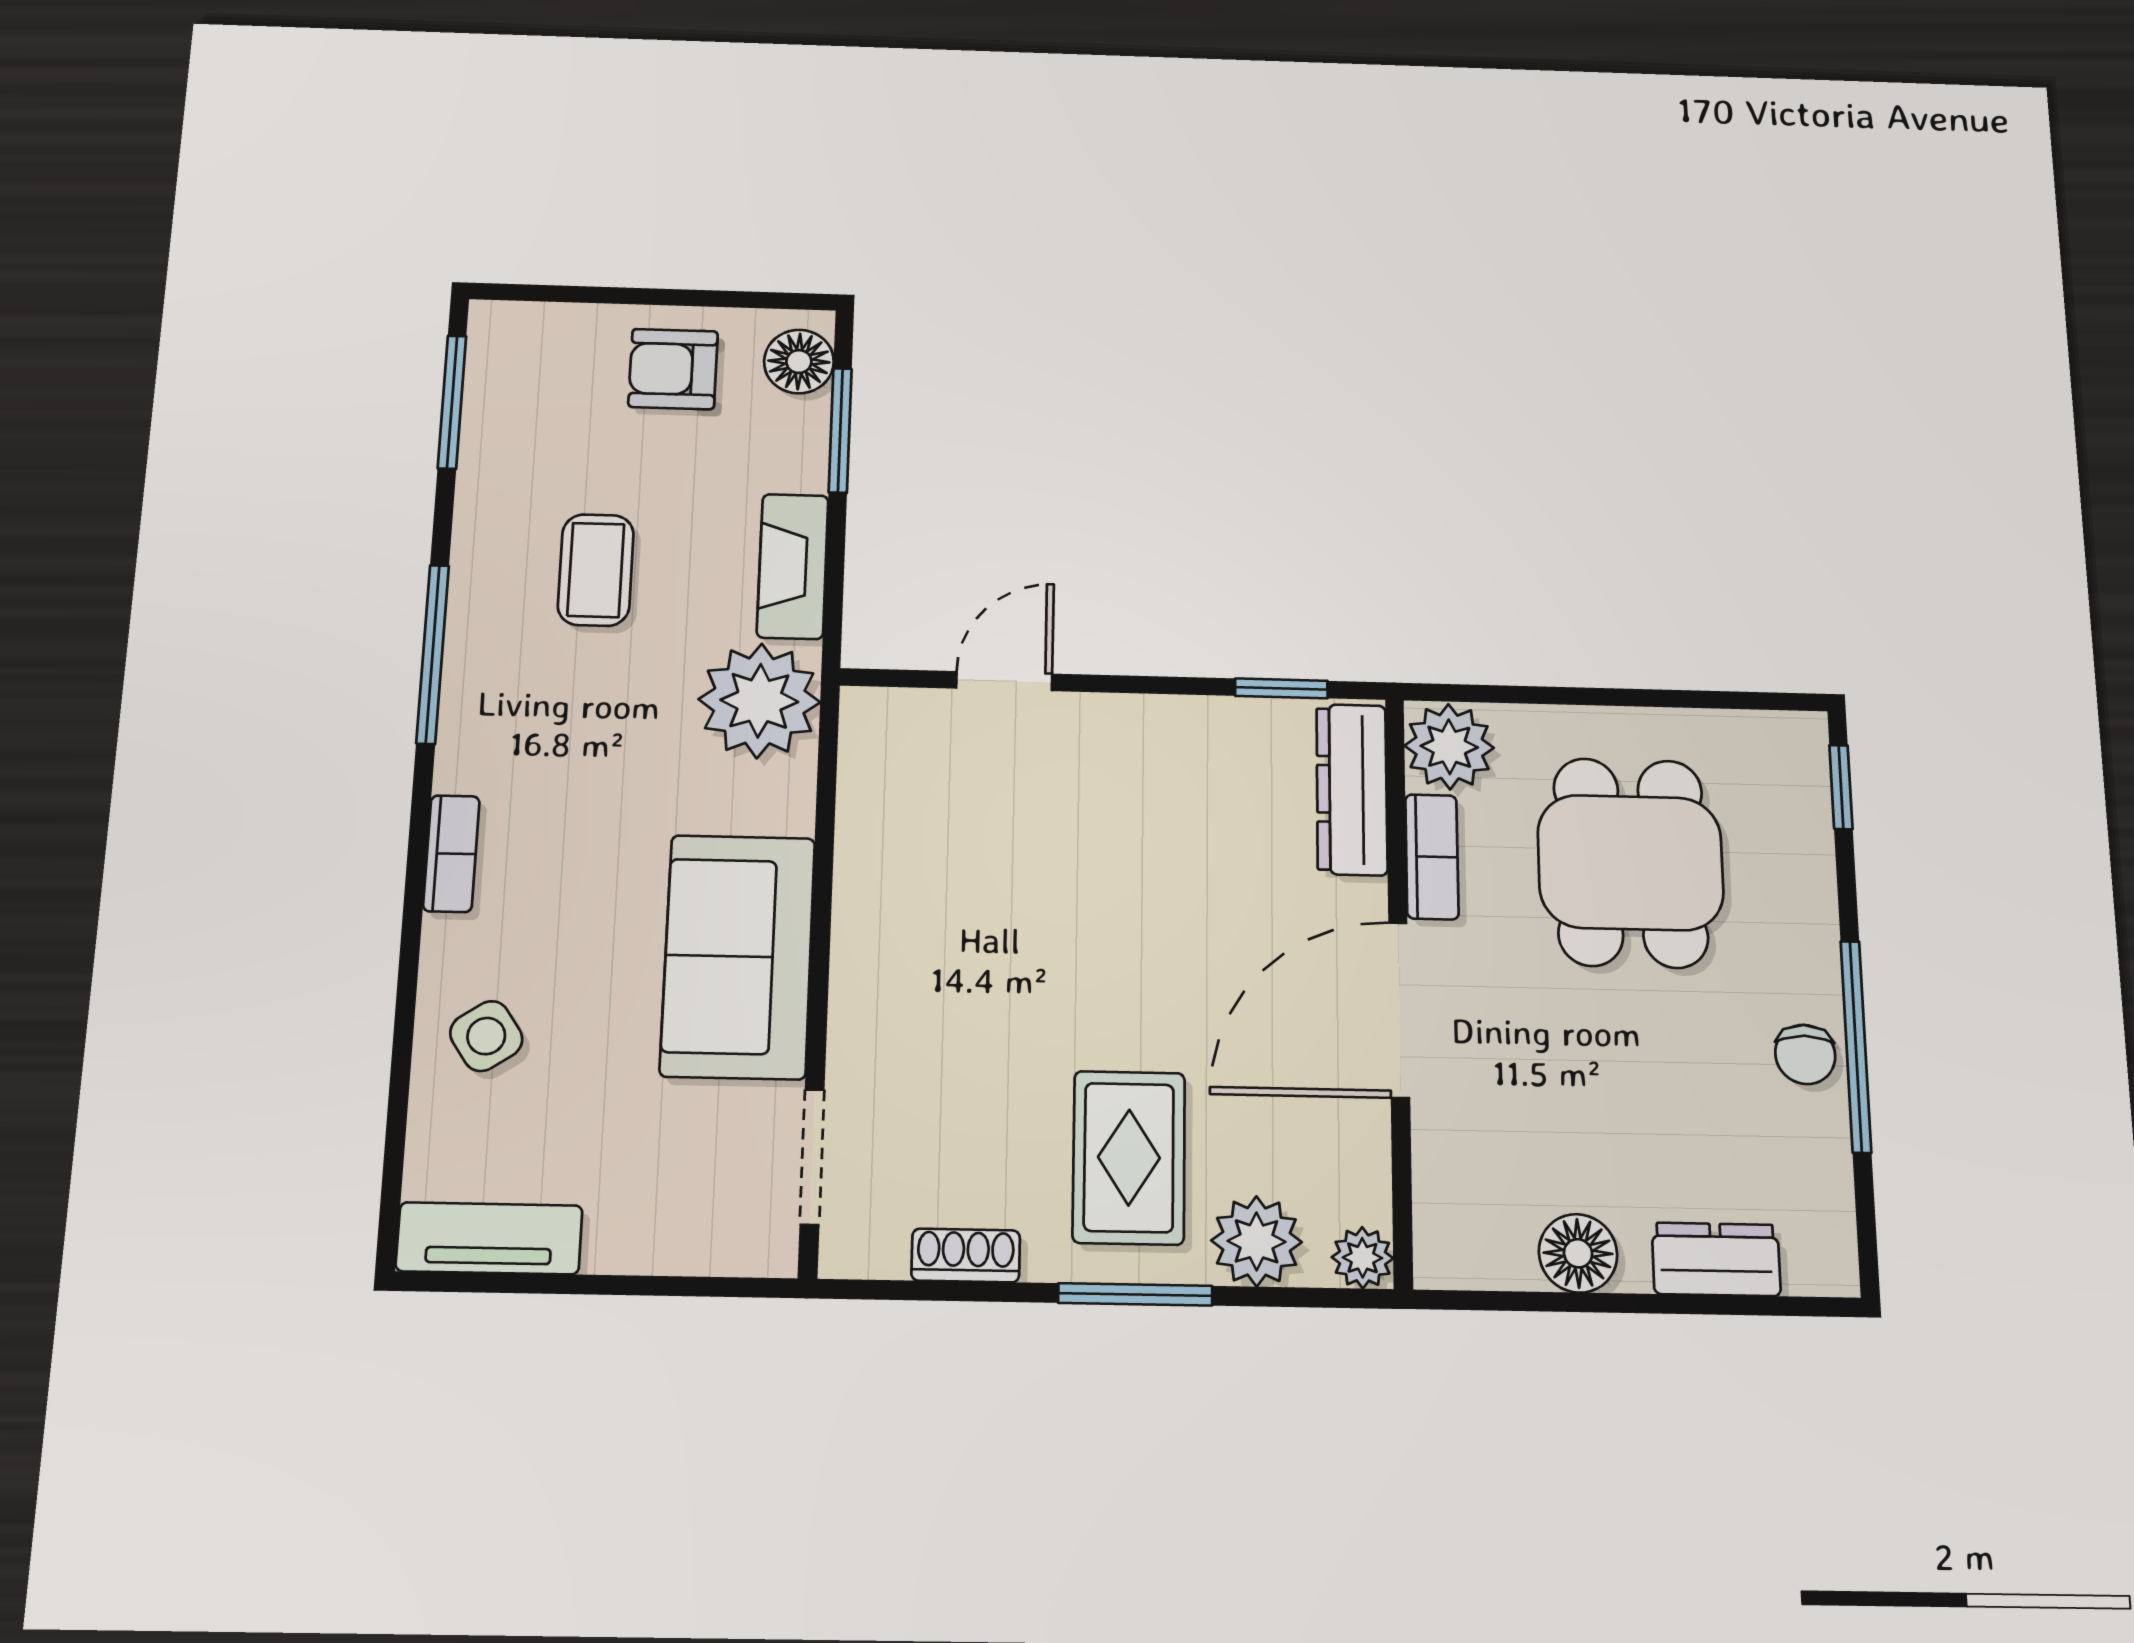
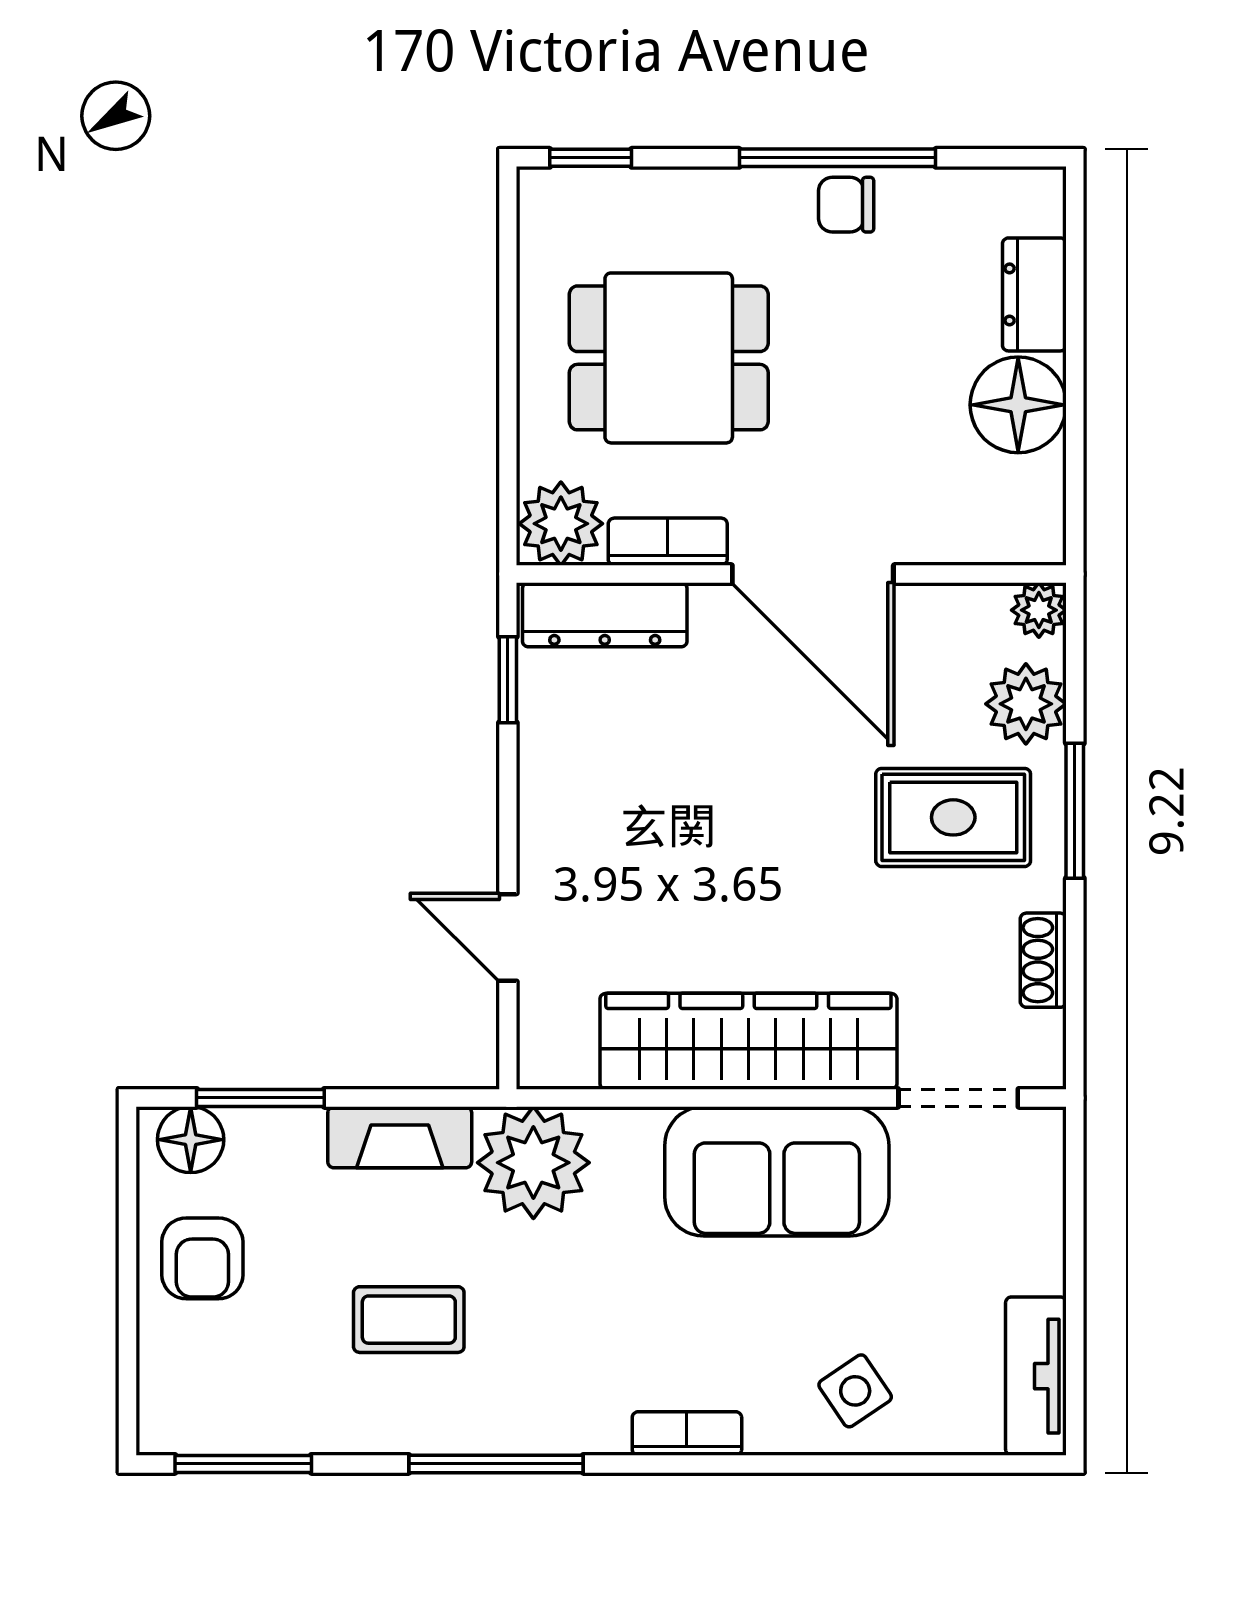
wardrobe: (884, 929) -> (748, 1041), added
chair: (1805, 1054) -> (846, 205), turned 180
floor lamp: (1578, 1253) -> (1018, 405), width x1.38, depth x1.38

